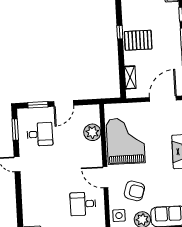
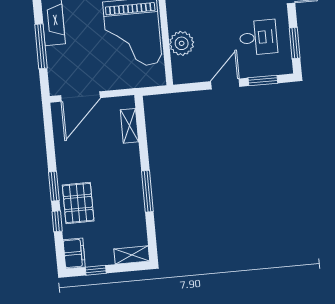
window: (120, 32) -> (147, 191), width x2.17
pallet: (138, 40) -> (78, 203), moved, turned 90
desk: (40, 134) -> (258, 37), turned 180

